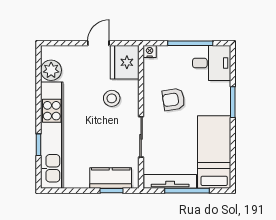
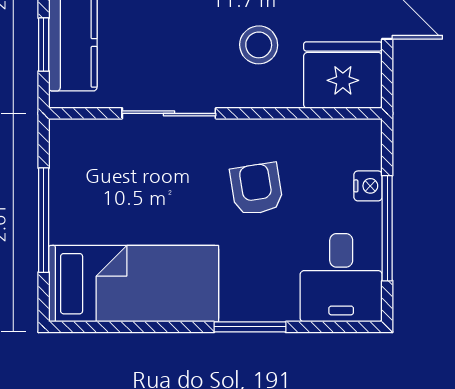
nightstand: (150, 51) -> (368, 186), moved
tv unit: (170, 181) -> (65, 181), removed

